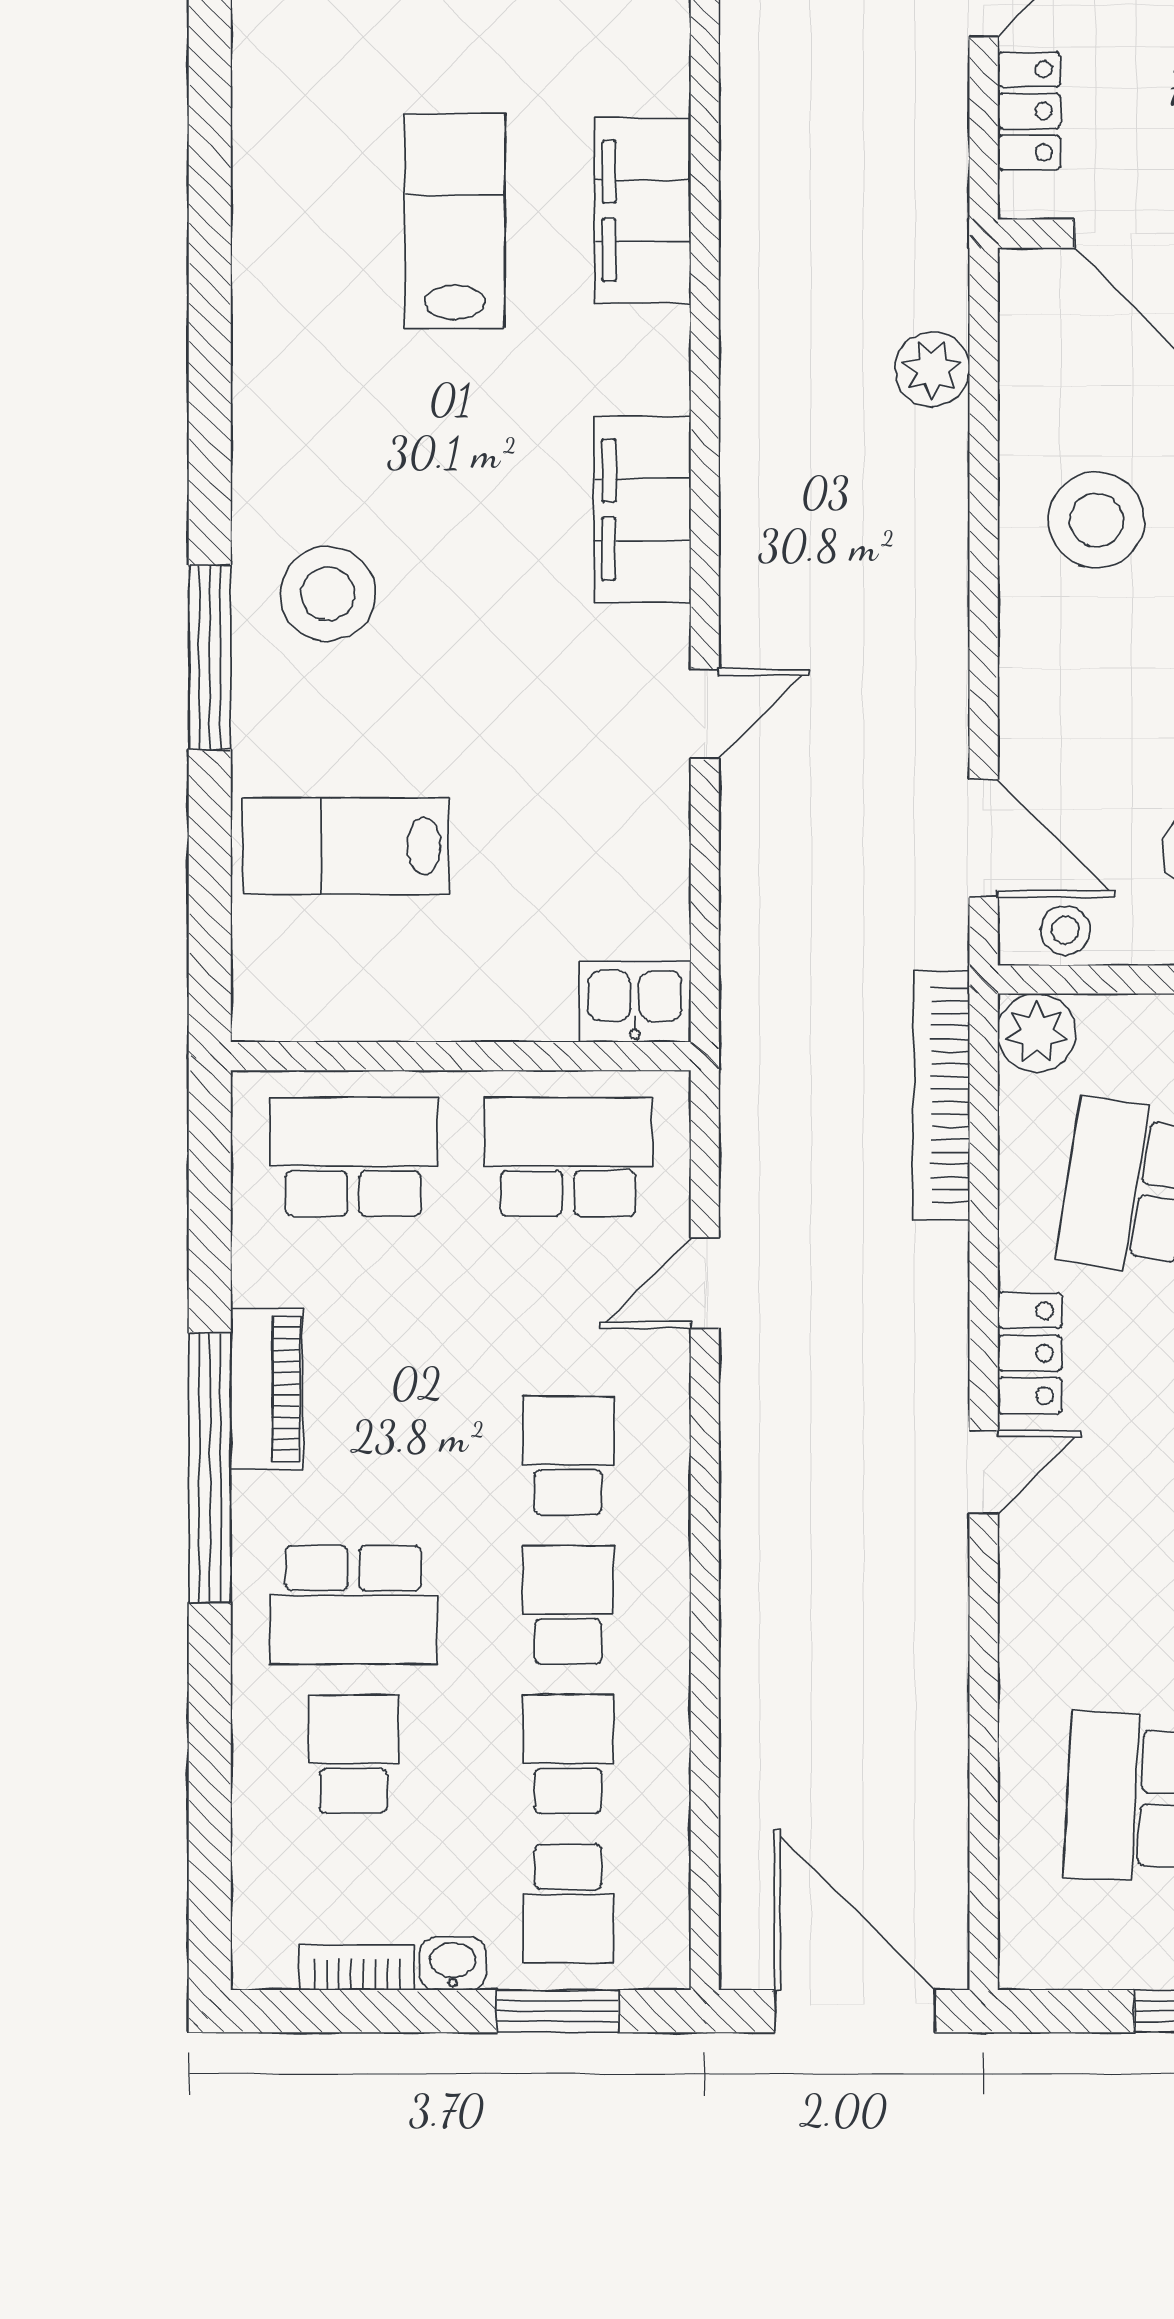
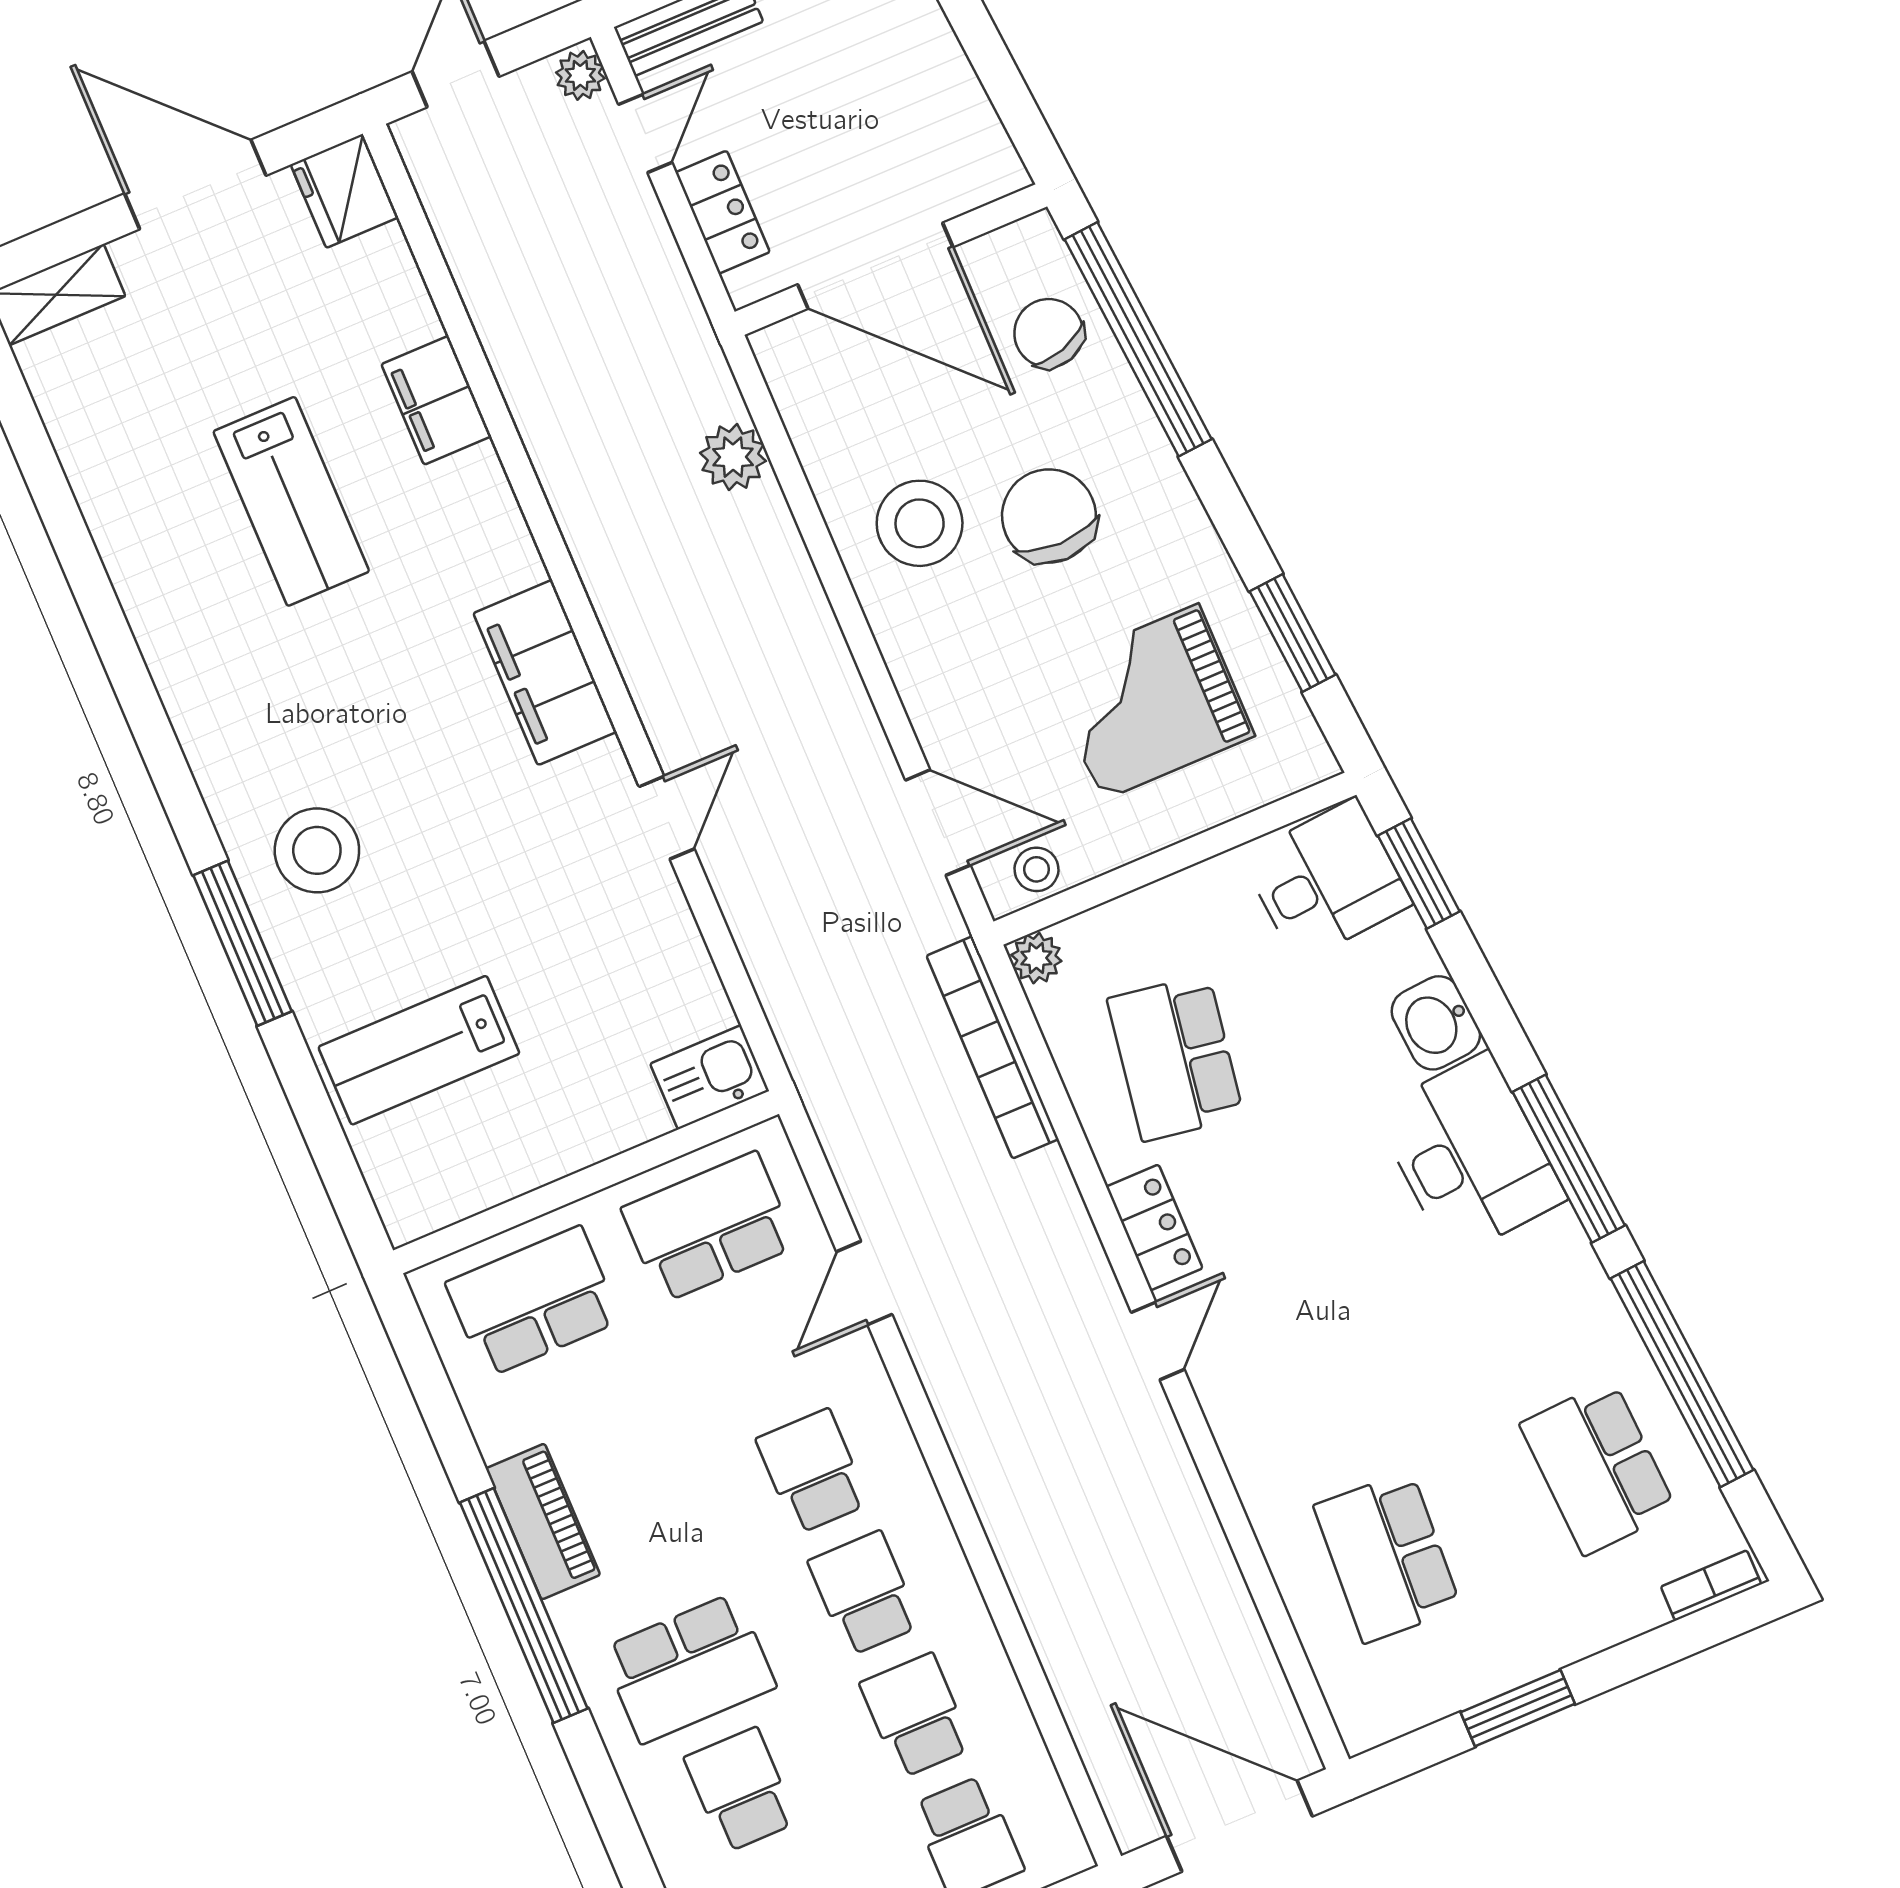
filing cabinet: (643, 211) -> (436, 400), width x0.67, depth x0.86
lab bench: (455, 221) -> (291, 501), turned 180
plant: (1037, 1033) -> (1036, 958), width x0.73, depth x0.73

